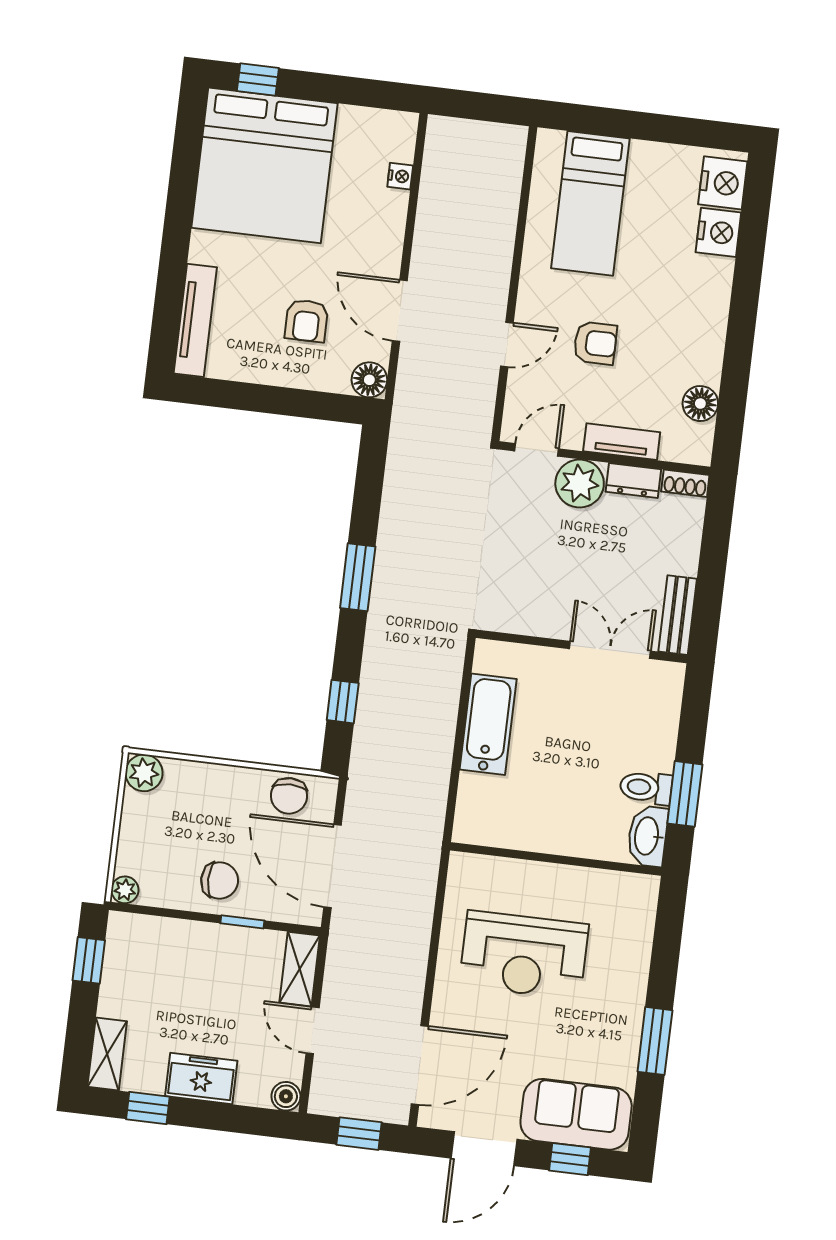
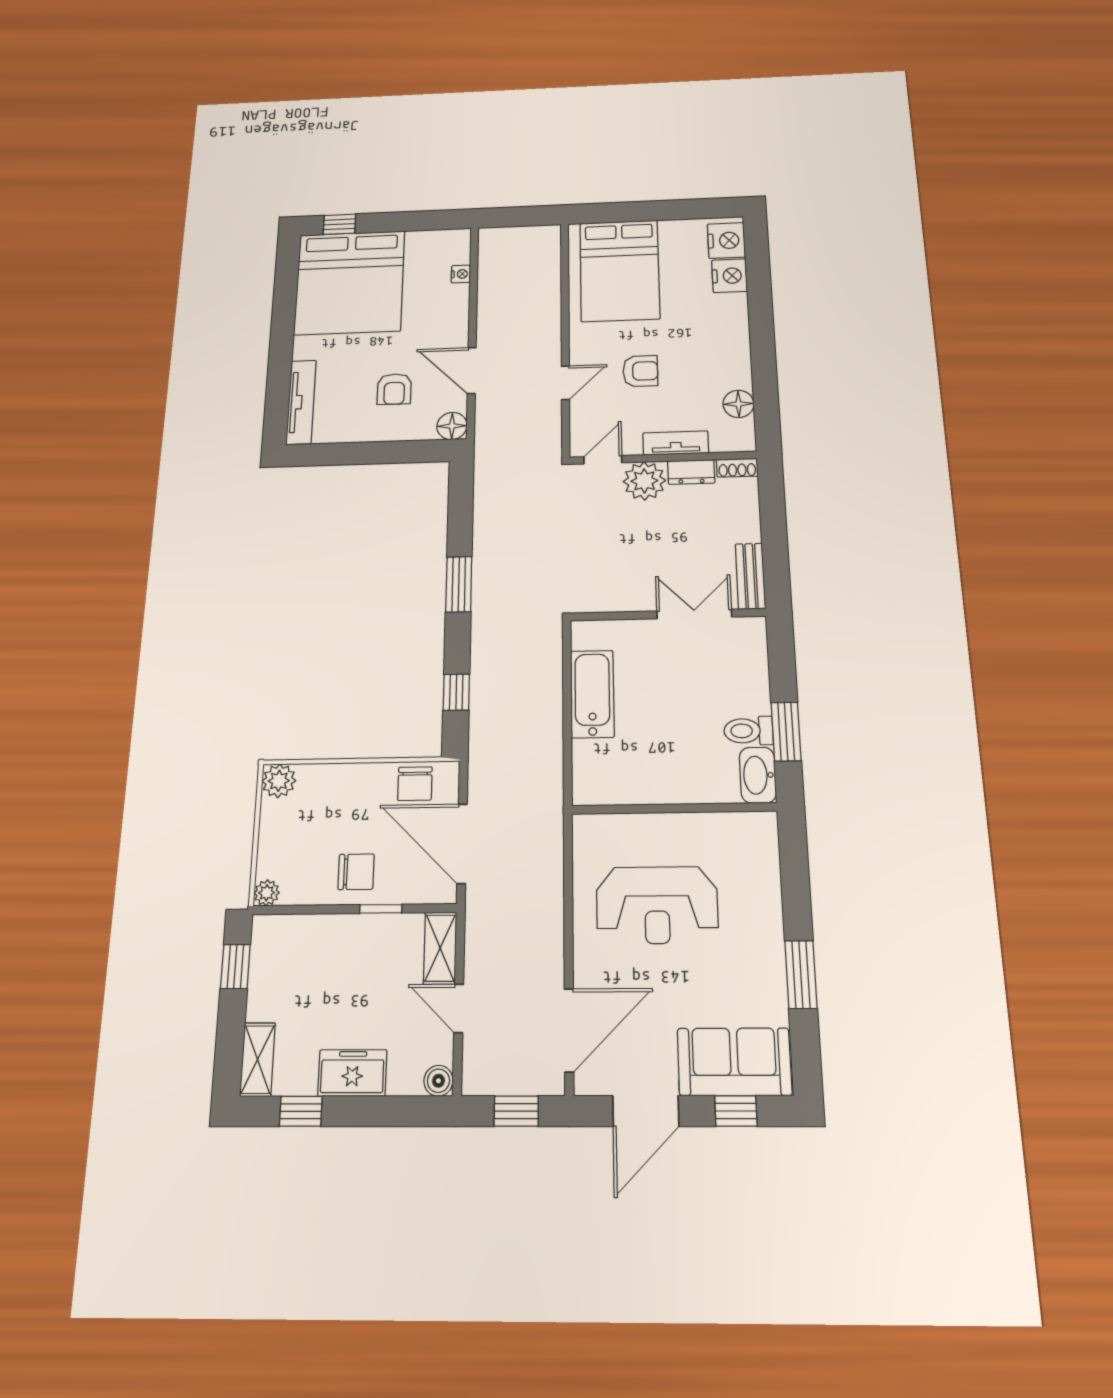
bed: (590, 203) -> (620, 270), width x1.50

